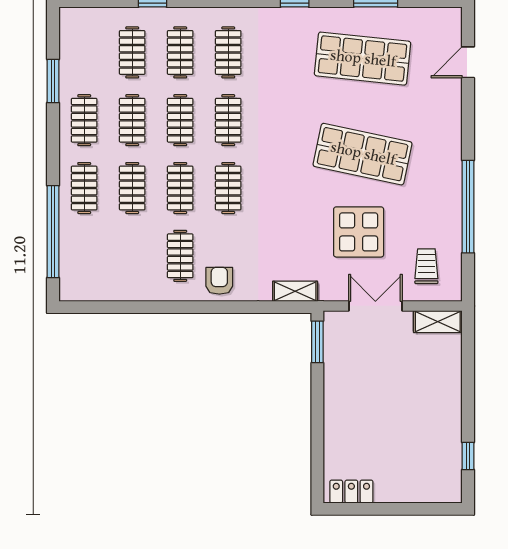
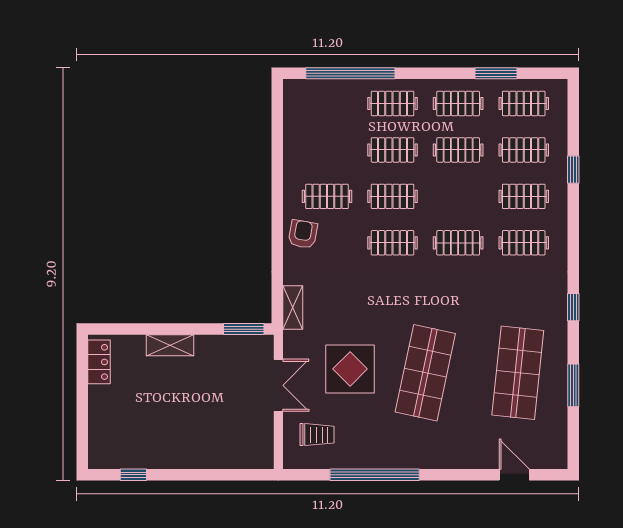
clothes rail: (180, 120) -> (524, 103), moved
armchair: (219, 281) -> (303, 234), turned -80
shelving: (438, 322) -> (170, 345), moved, turned 90

